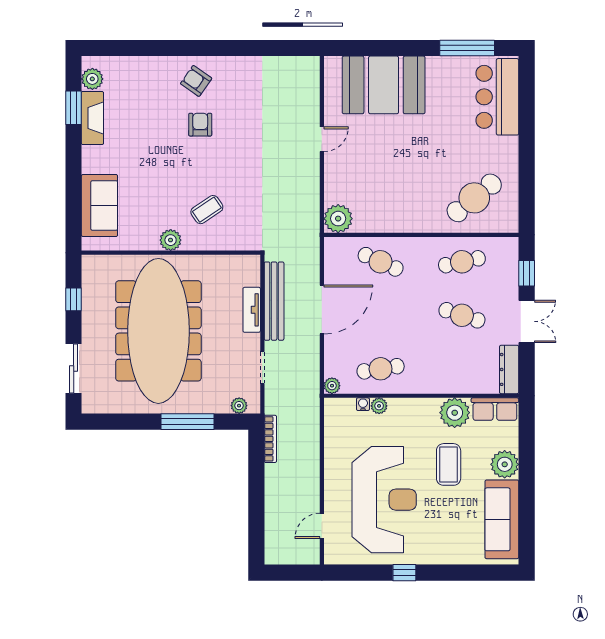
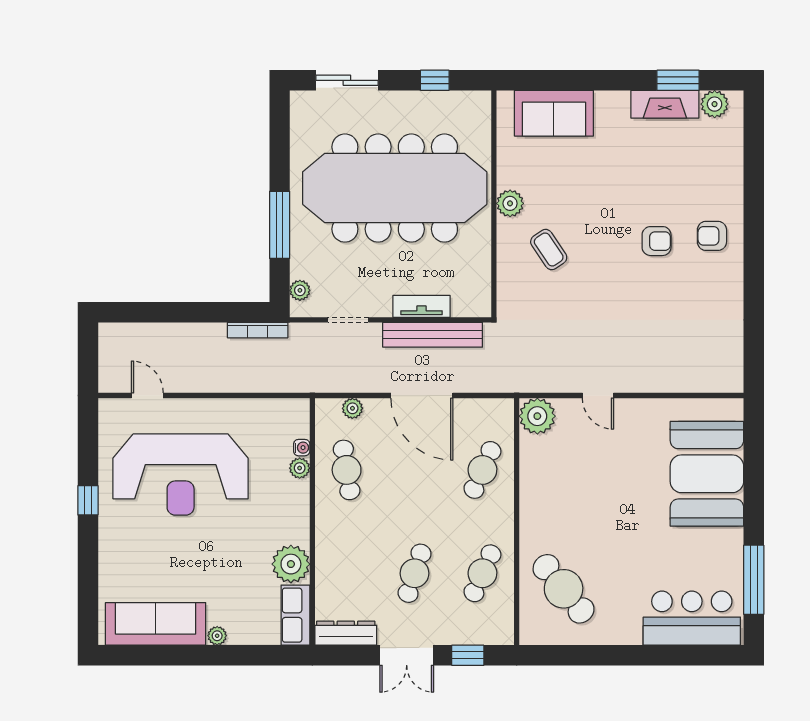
armchair: (196, 81) -> (712, 236), turned -125
door: (322, 139) -> (598, 396), moved
cafe table: (462, 262) -> (482, 573), turned 36
plant: (332, 386) -> (352, 408), moved
coffee table: (449, 464) -> (225, 556), removed
plant: (505, 464) -> (217, 636), width x0.53, depth x0.53

